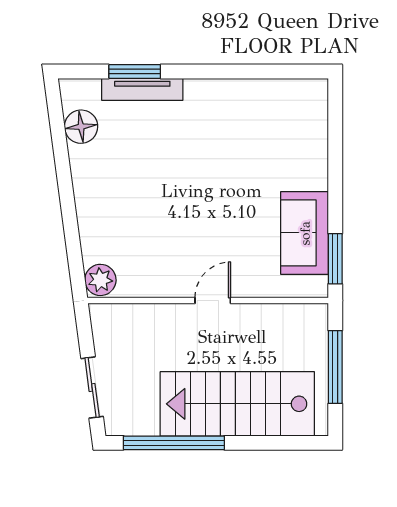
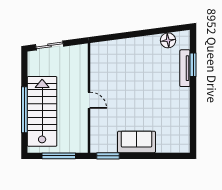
sofa: (305, 233) -> (136, 142), moved
plant: (100, 280) -> (98, 49), removed
window: (174, 443) -> (24, 110), moved

